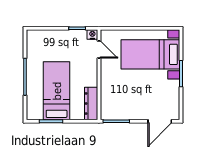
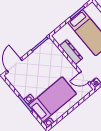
dresser: (91, 103) -> (71, 52), moved

